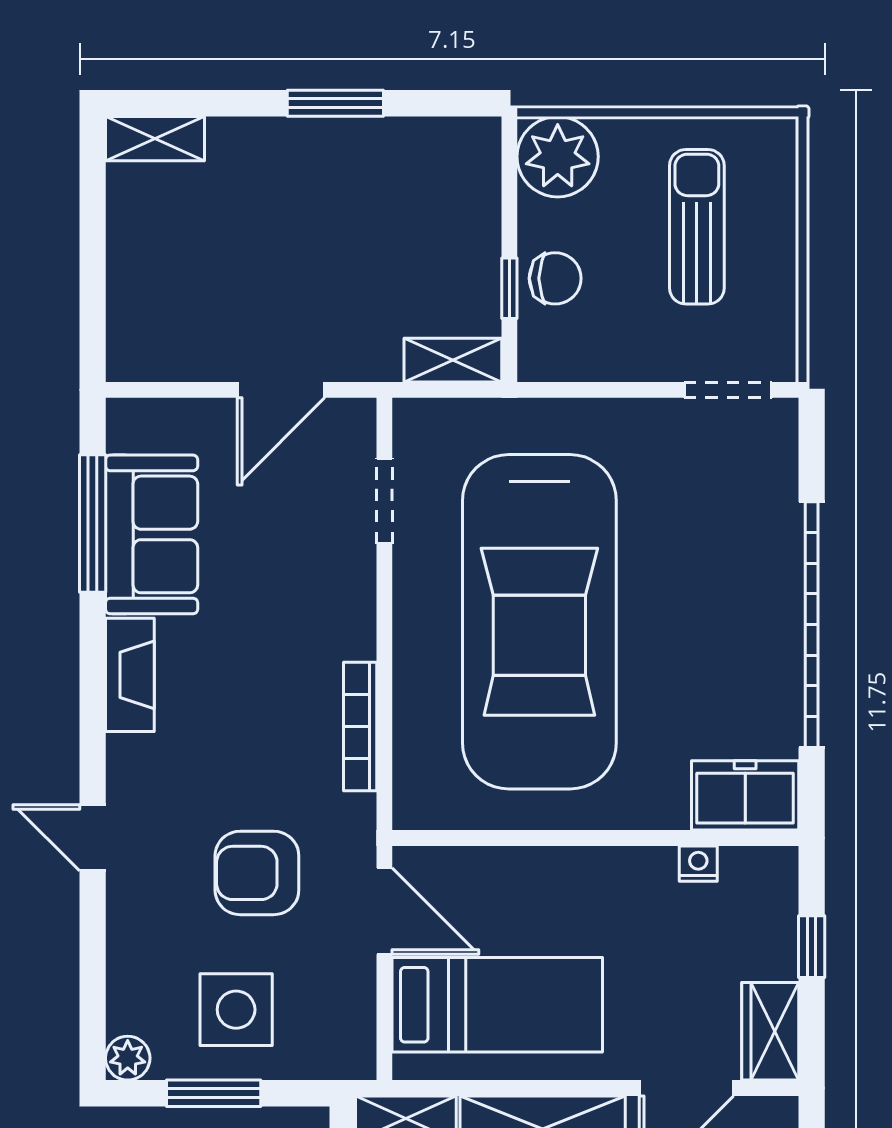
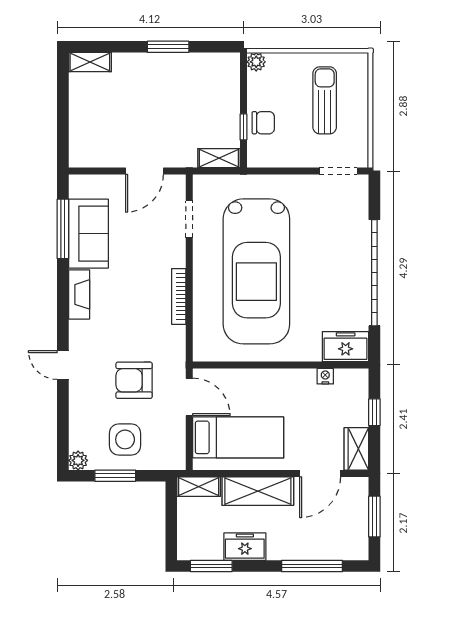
plant: (558, 157) -> (256, 62), width x0.53, depth x0.53
bookcase: (360, 727) -> (179, 296), moved

